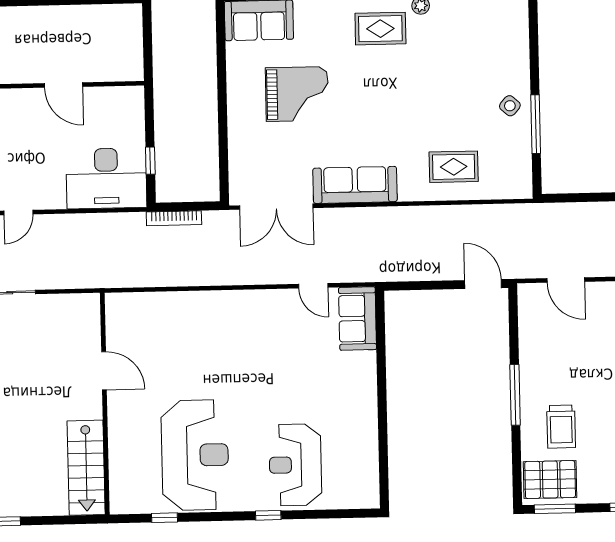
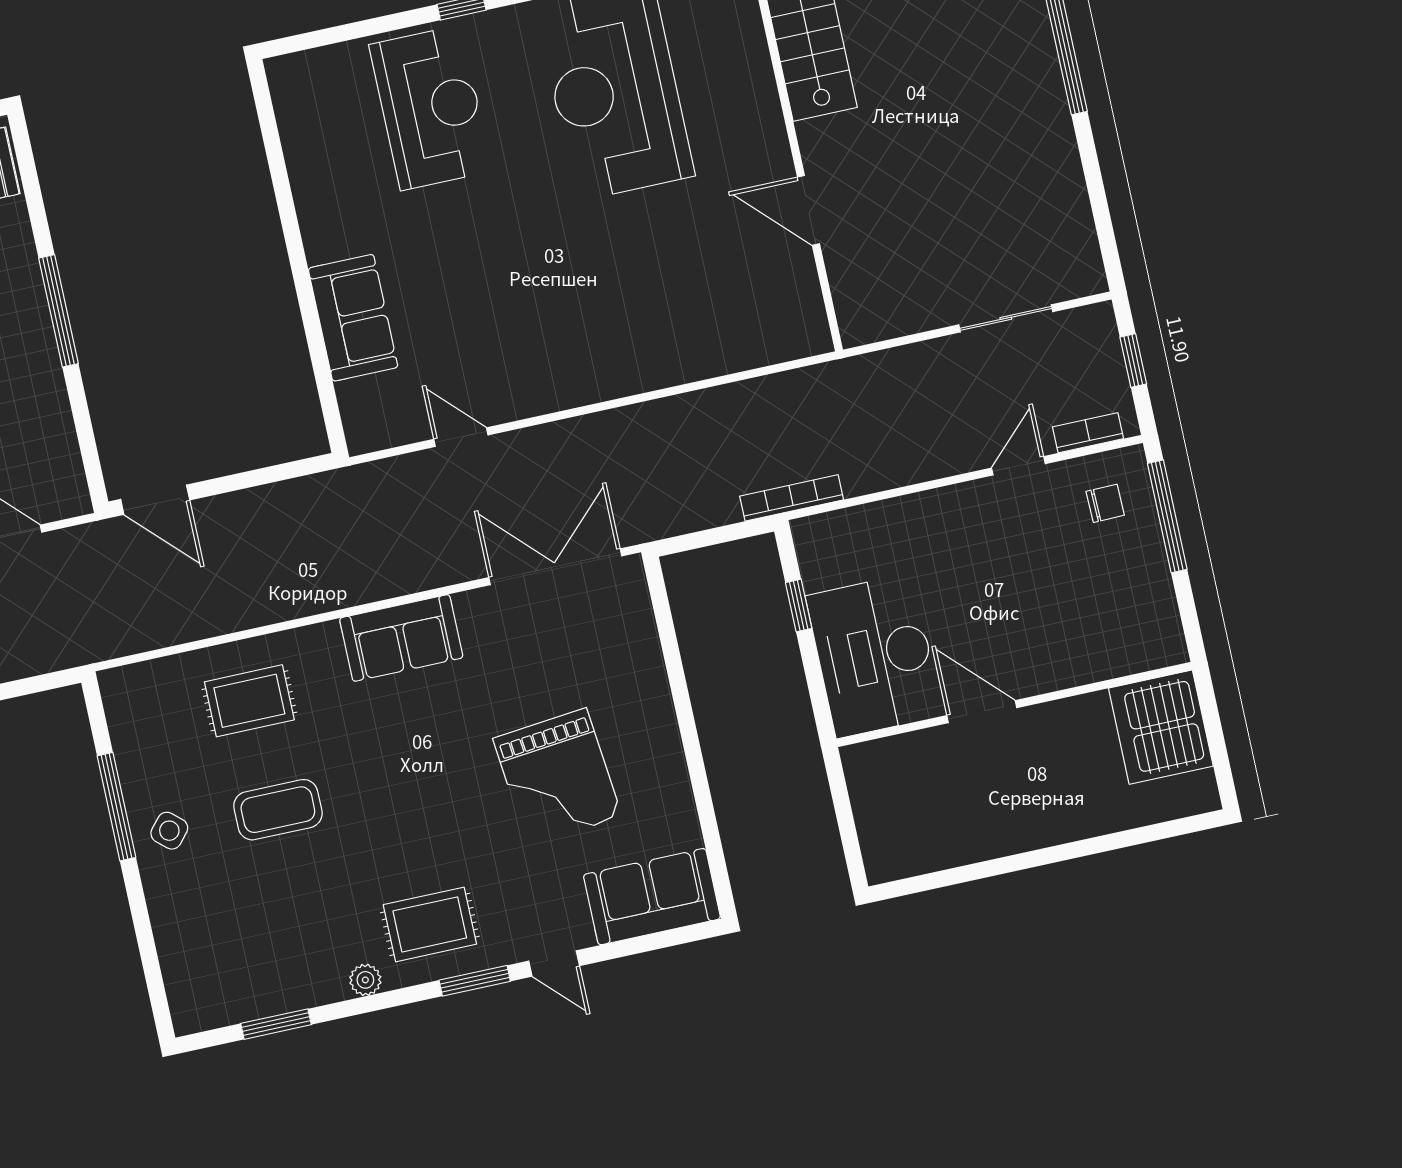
grand piano: (297, 94) -> (557, 777), turned -96
coffee table: (450, 106) -> (278, 810), added
desk: (106, 178) -> (874, 656), moved, turned -90
sofa: (355, 185) -> (401, 638), width x0.73
bookcase: (174, 218) -> (792, 498), moved
sofa: (358, 319) -> (353, 318), moved

